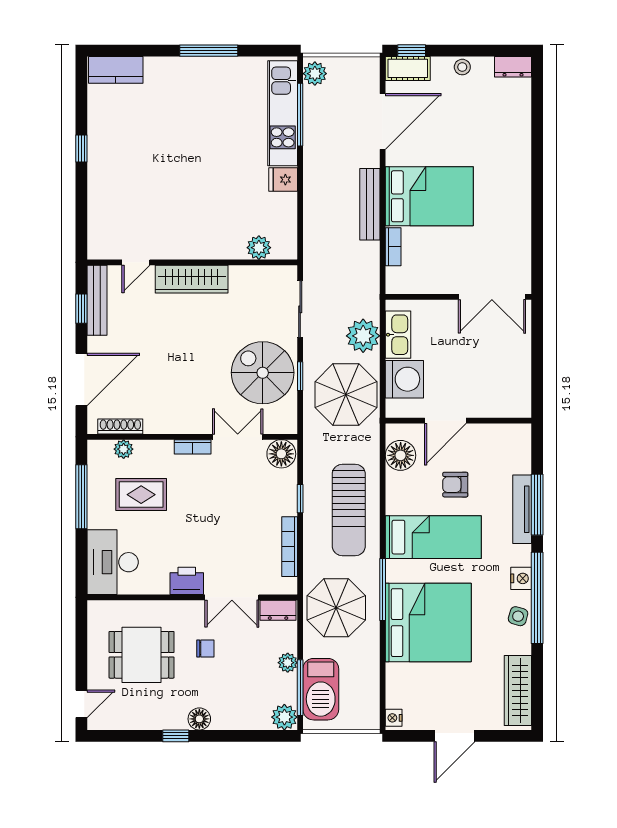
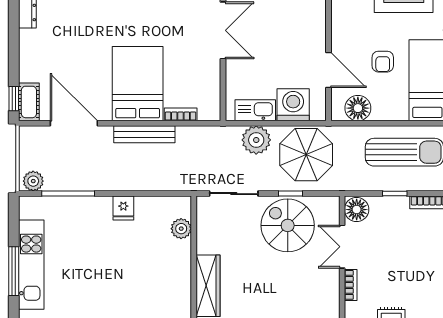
stool: (462, 67) -> (28, 56), removed
kitchen unit: (283, 113) -> (31, 265), moved, turned -90
spiral stairs: (263, 373) -> (288, 225), turned 90

